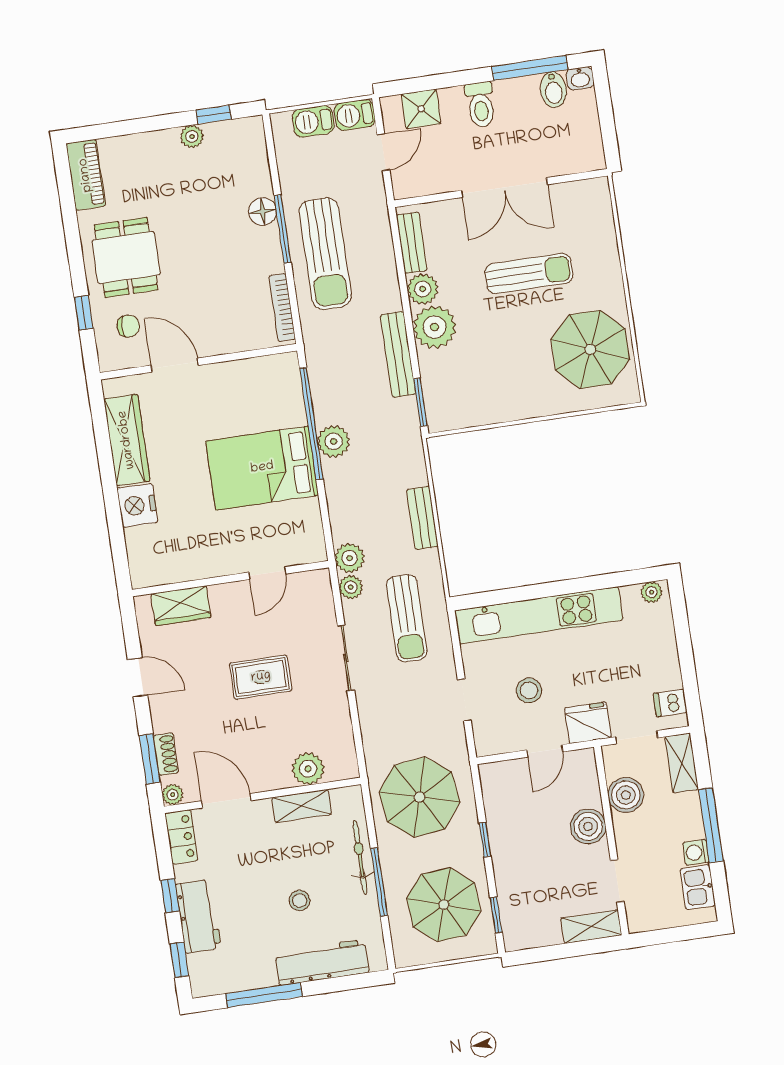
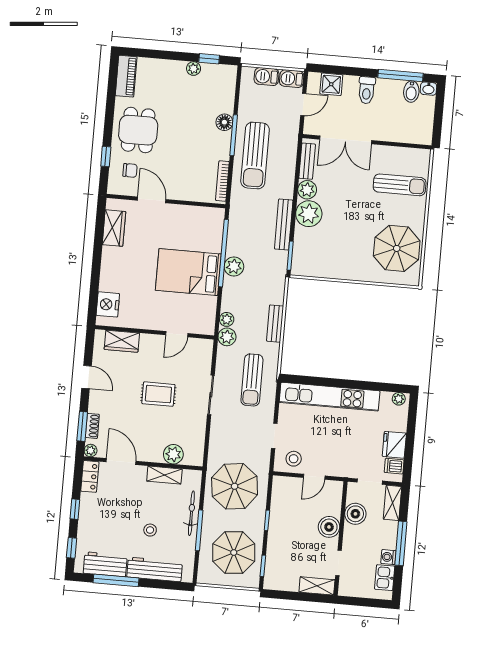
double door: (504, 188) -> (346, 140), moved
sun lounger: (529, 273) -> (400, 185), moved
wardrobe: (127, 440) -> (114, 228), width x0.67
nightstand: (137, 505) -> (108, 304), moved
plant: (351, 587) -> (227, 319), moved
stool: (529, 690) -> (294, 459), moved
fridge: (588, 723) -> (394, 445), moved, turned -90
workbench: (198, 916) -> (105, 564), moved, turned -90

